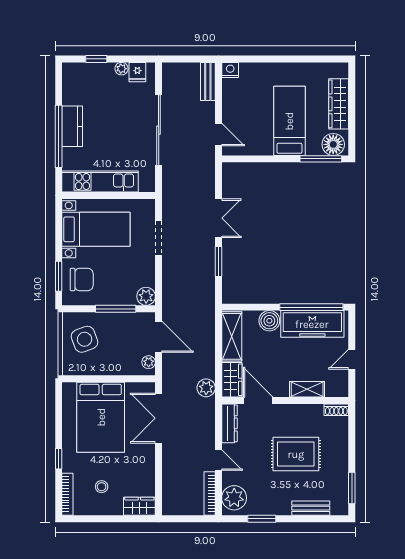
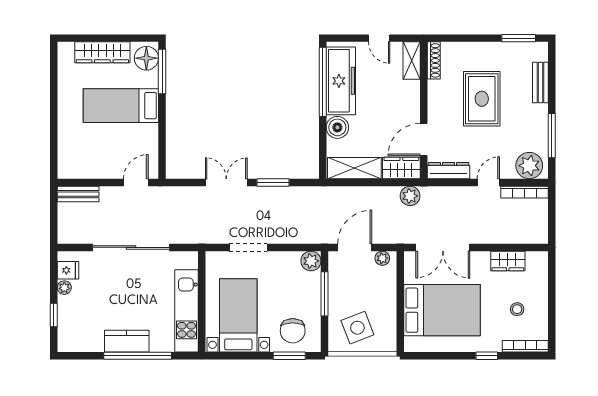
nightstand: (230, 70) -> (66, 170), removed
chair: (82, 279) -> (293, 331), turned 180
shelving: (307, 389) -> (412, 61), moved
shoe rack: (336, 410) -> (434, 60), width x1.43
wardrobe: (139, 506) -> (508, 261), moved, turned -90
window: (262, 519) -> (552, 136), width x1.44

